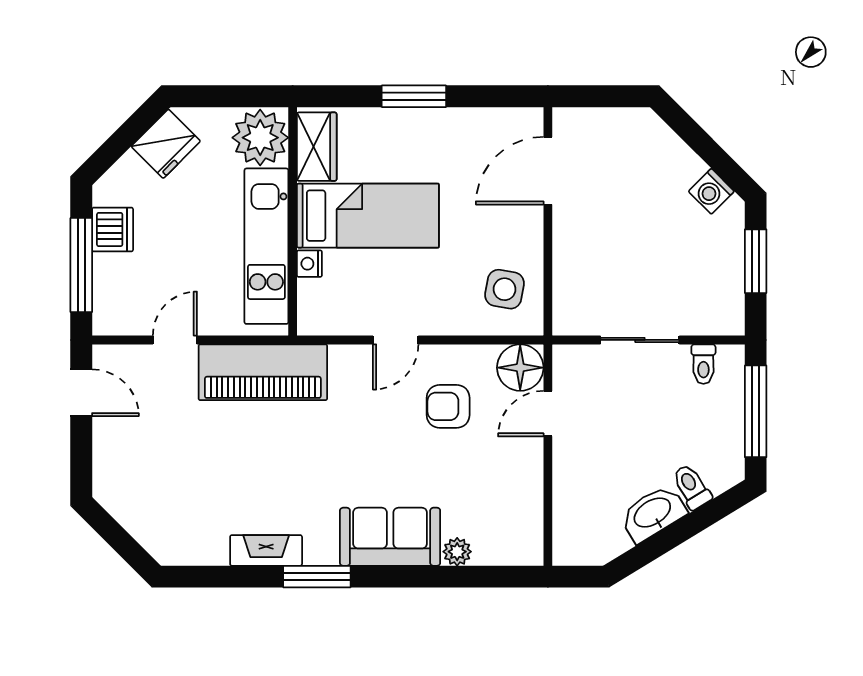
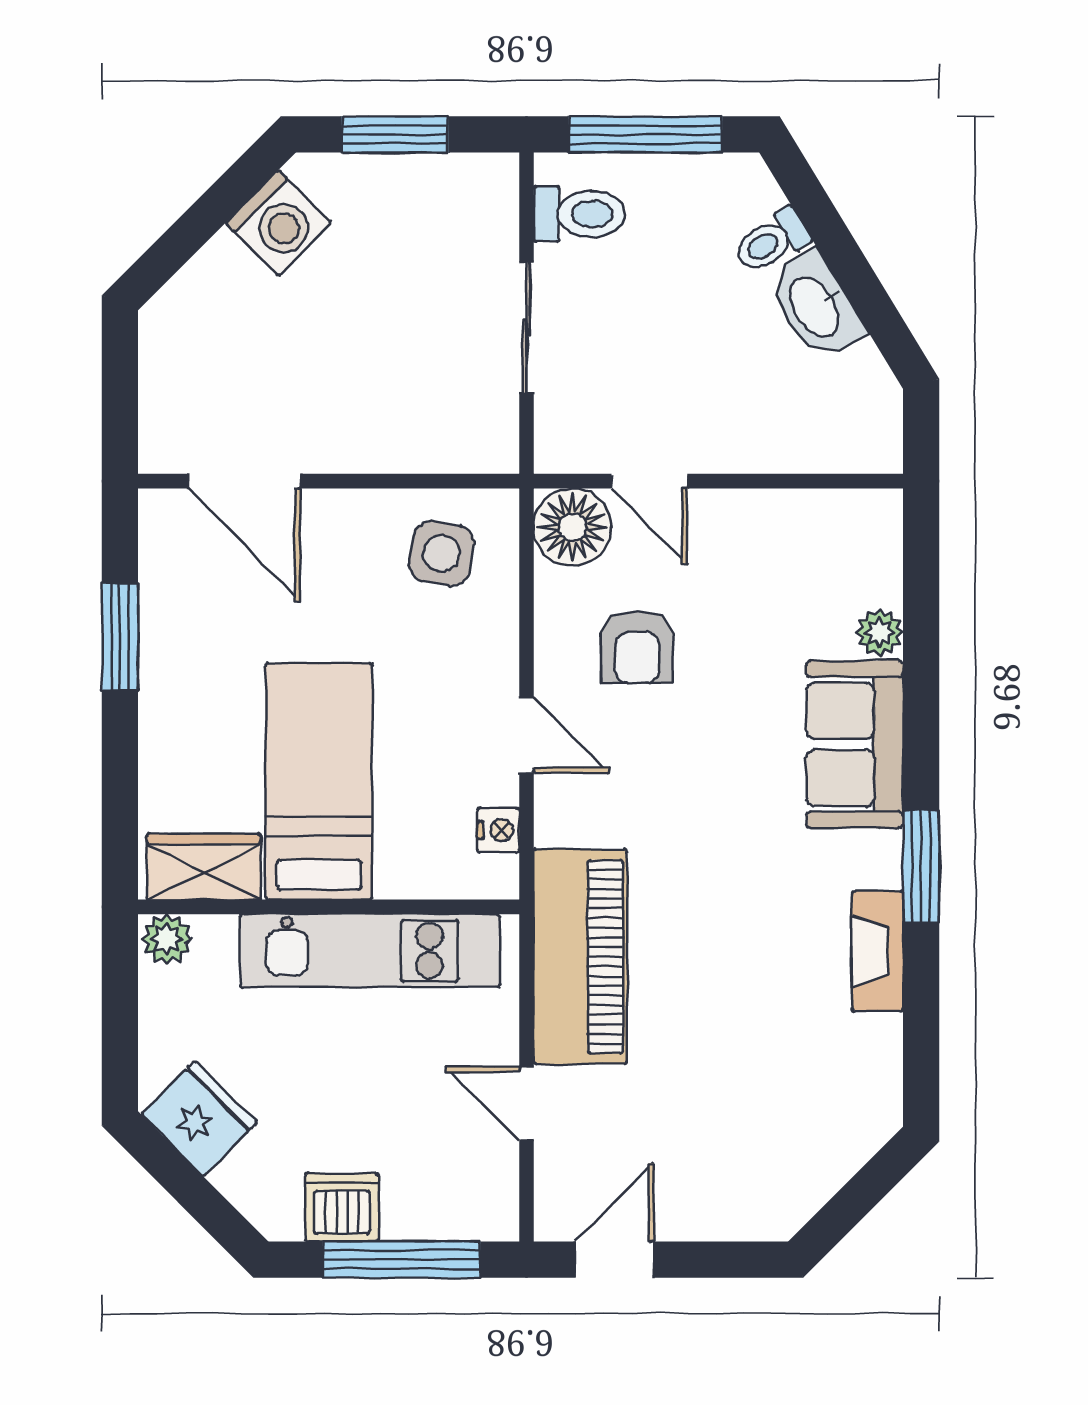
window: (414, 96) -> (120, 637), moved
plant: (260, 138) -> (167, 939), width x0.53, depth x0.53
washing machine: (711, 191) -> (278, 223), width x1.38, depth x1.38
nightstand: (309, 264) -> (498, 830), moved, turned -90
toilet: (703, 364) -> (579, 214), width x1.37, depth x1.39

